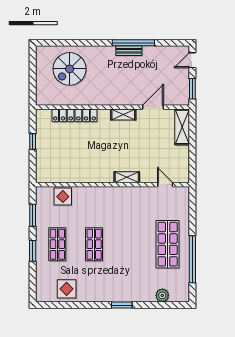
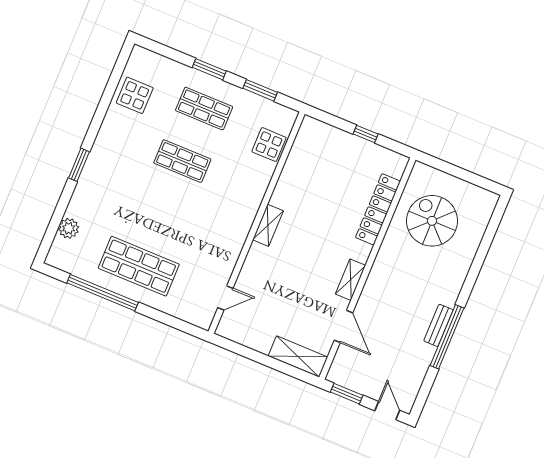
spiral stairs: (70, 69) -> (432, 221), moved
shelving: (127, 177) -> (268, 225), moved

